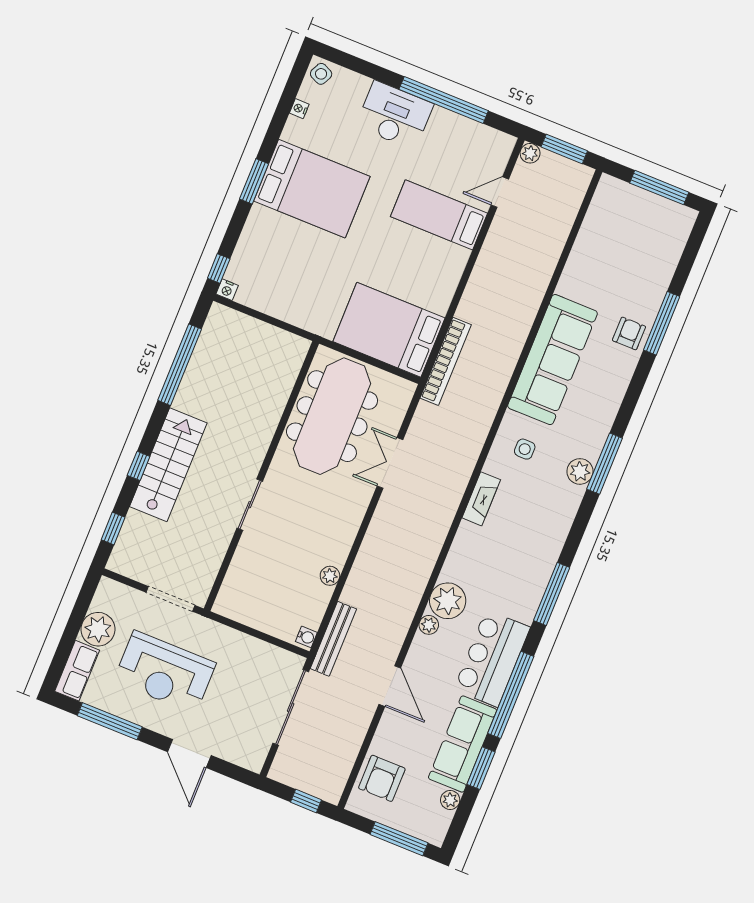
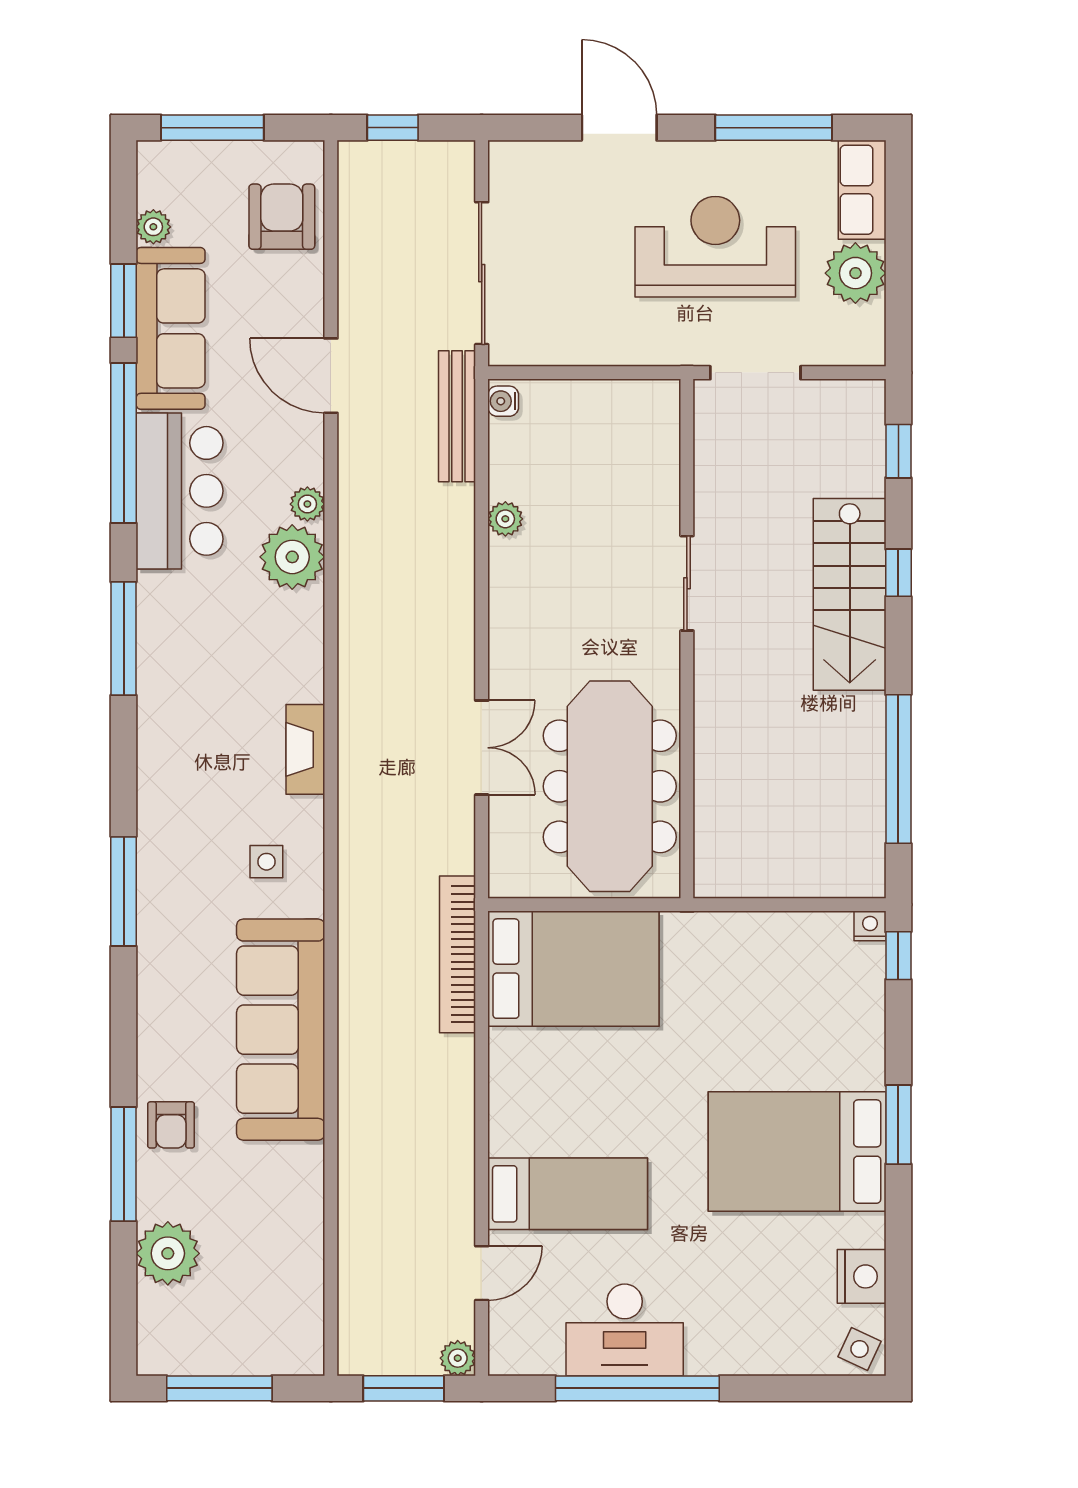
nightstand: (299, 109) -> (862, 1276), width x1.89, depth x1.79
desk: (395, 115) -> (625, 1330), moved
plant: (580, 471) -> (168, 1253), moved, width x1.36, depth x1.36

